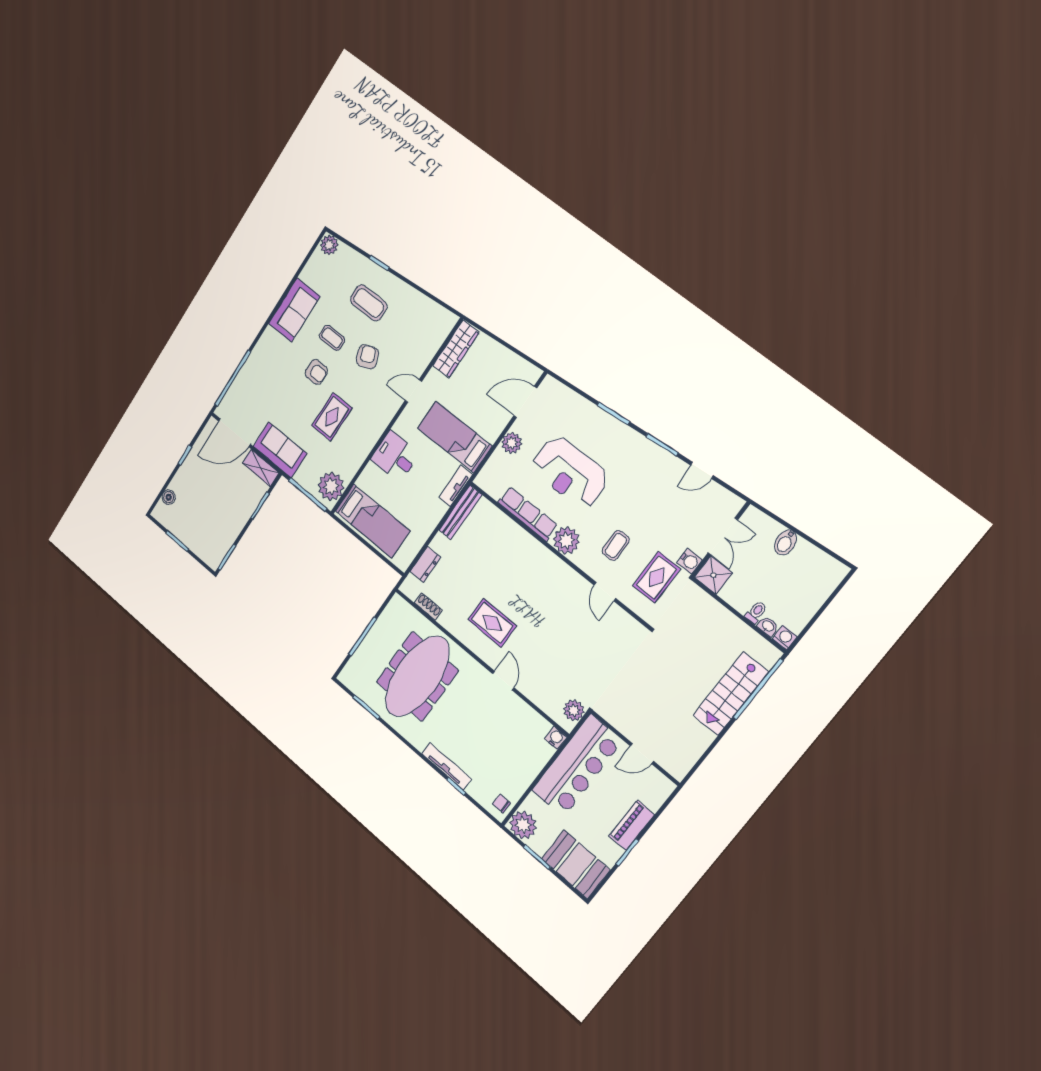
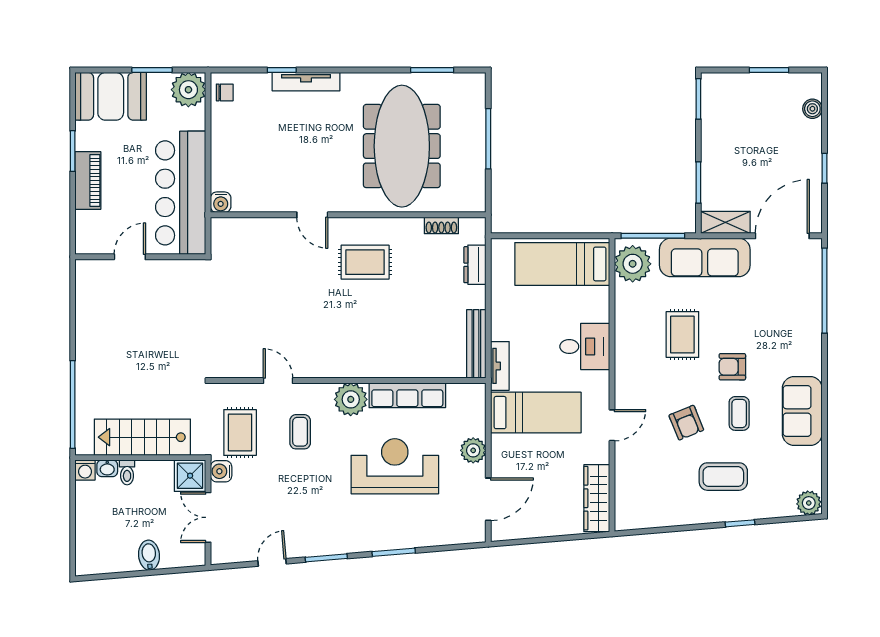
coffee table: (332, 338) -> (739, 413), turned 90
sofa: (280, 450) -> (705, 257), width x1.36
stairs: (731, 694) -> (142, 437), moved, turned -90
plant: (574, 710) -> (223, 244), removed

